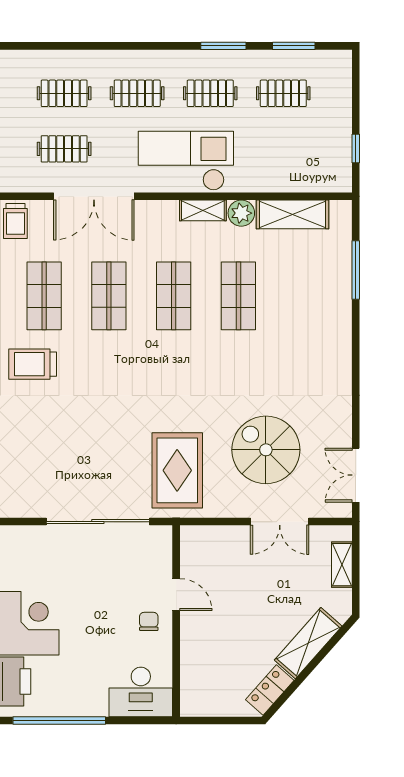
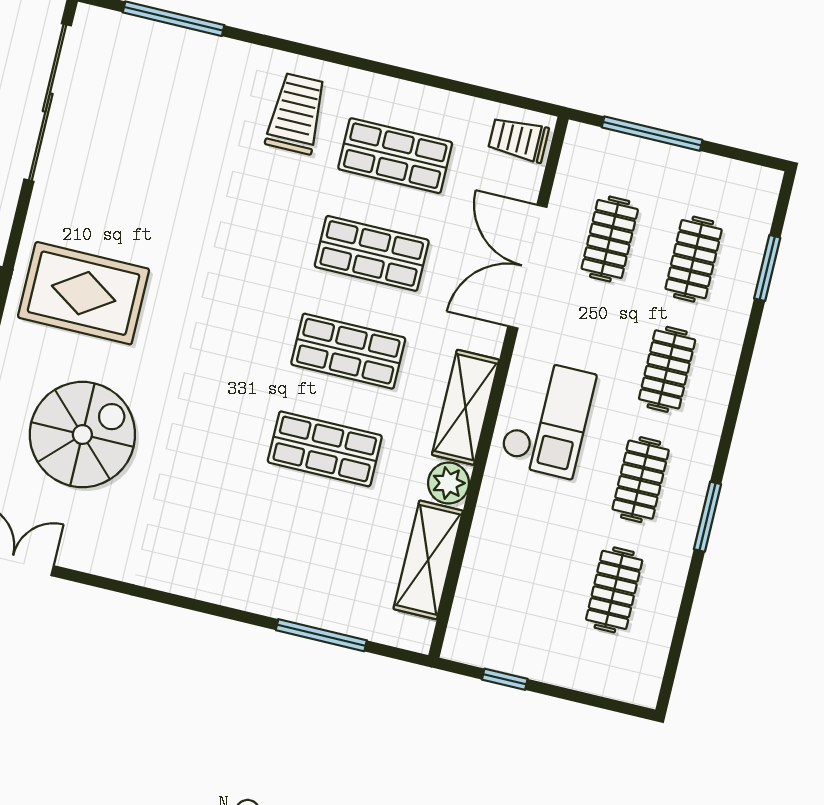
window: (294, 46) -> (767, 268), moved
checkout: (186, 161) -> (548, 418), width x0.73, depth x0.83
shelving: (203, 210) -> (465, 407), width x1.50, depth x1.33
sliding door: (98, 522) -> (48, 102), moved

